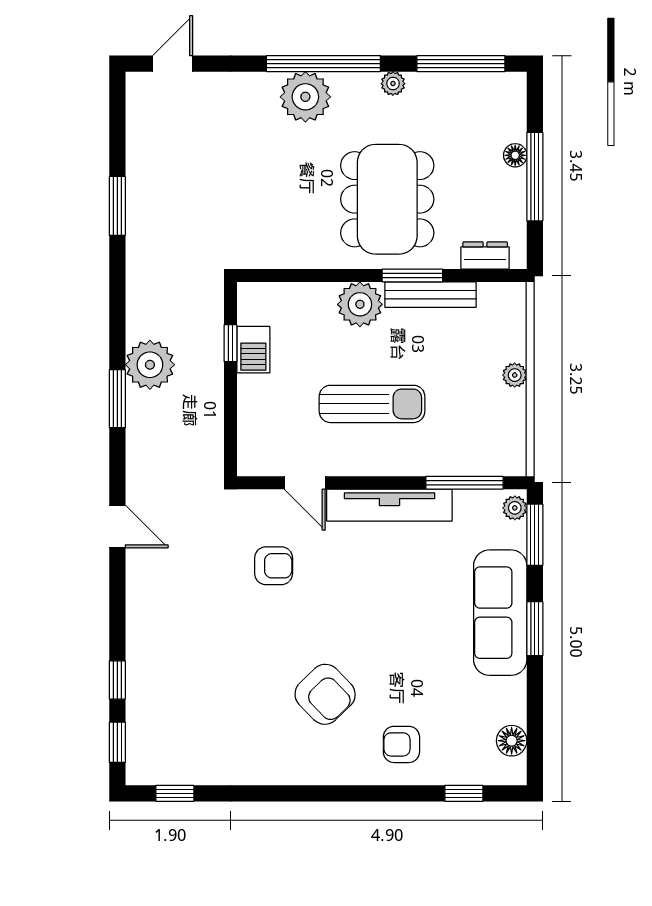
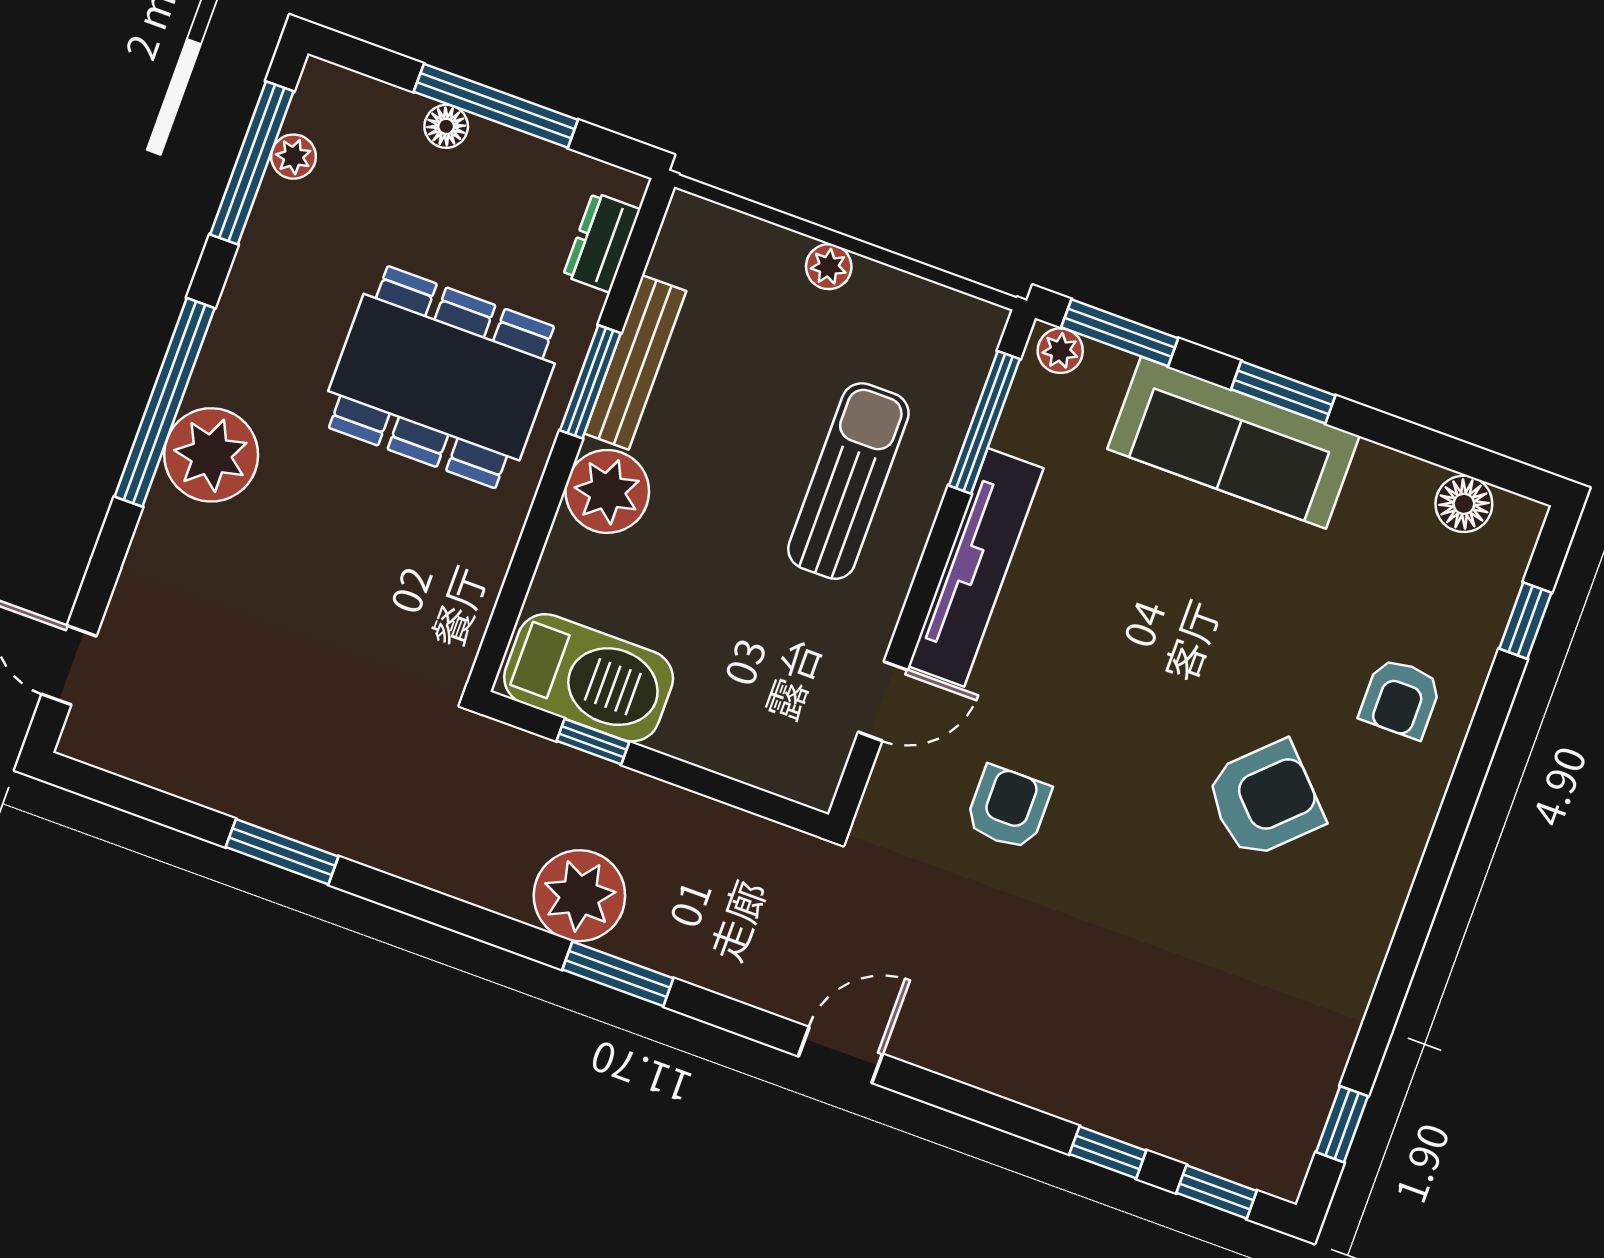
plant: (393, 84) -> (293, 157), moved
barbecue: (253, 350) -> (589, 678), width x1.88, depth x1.53
sun lounger: (372, 404) -> (848, 481), moved

